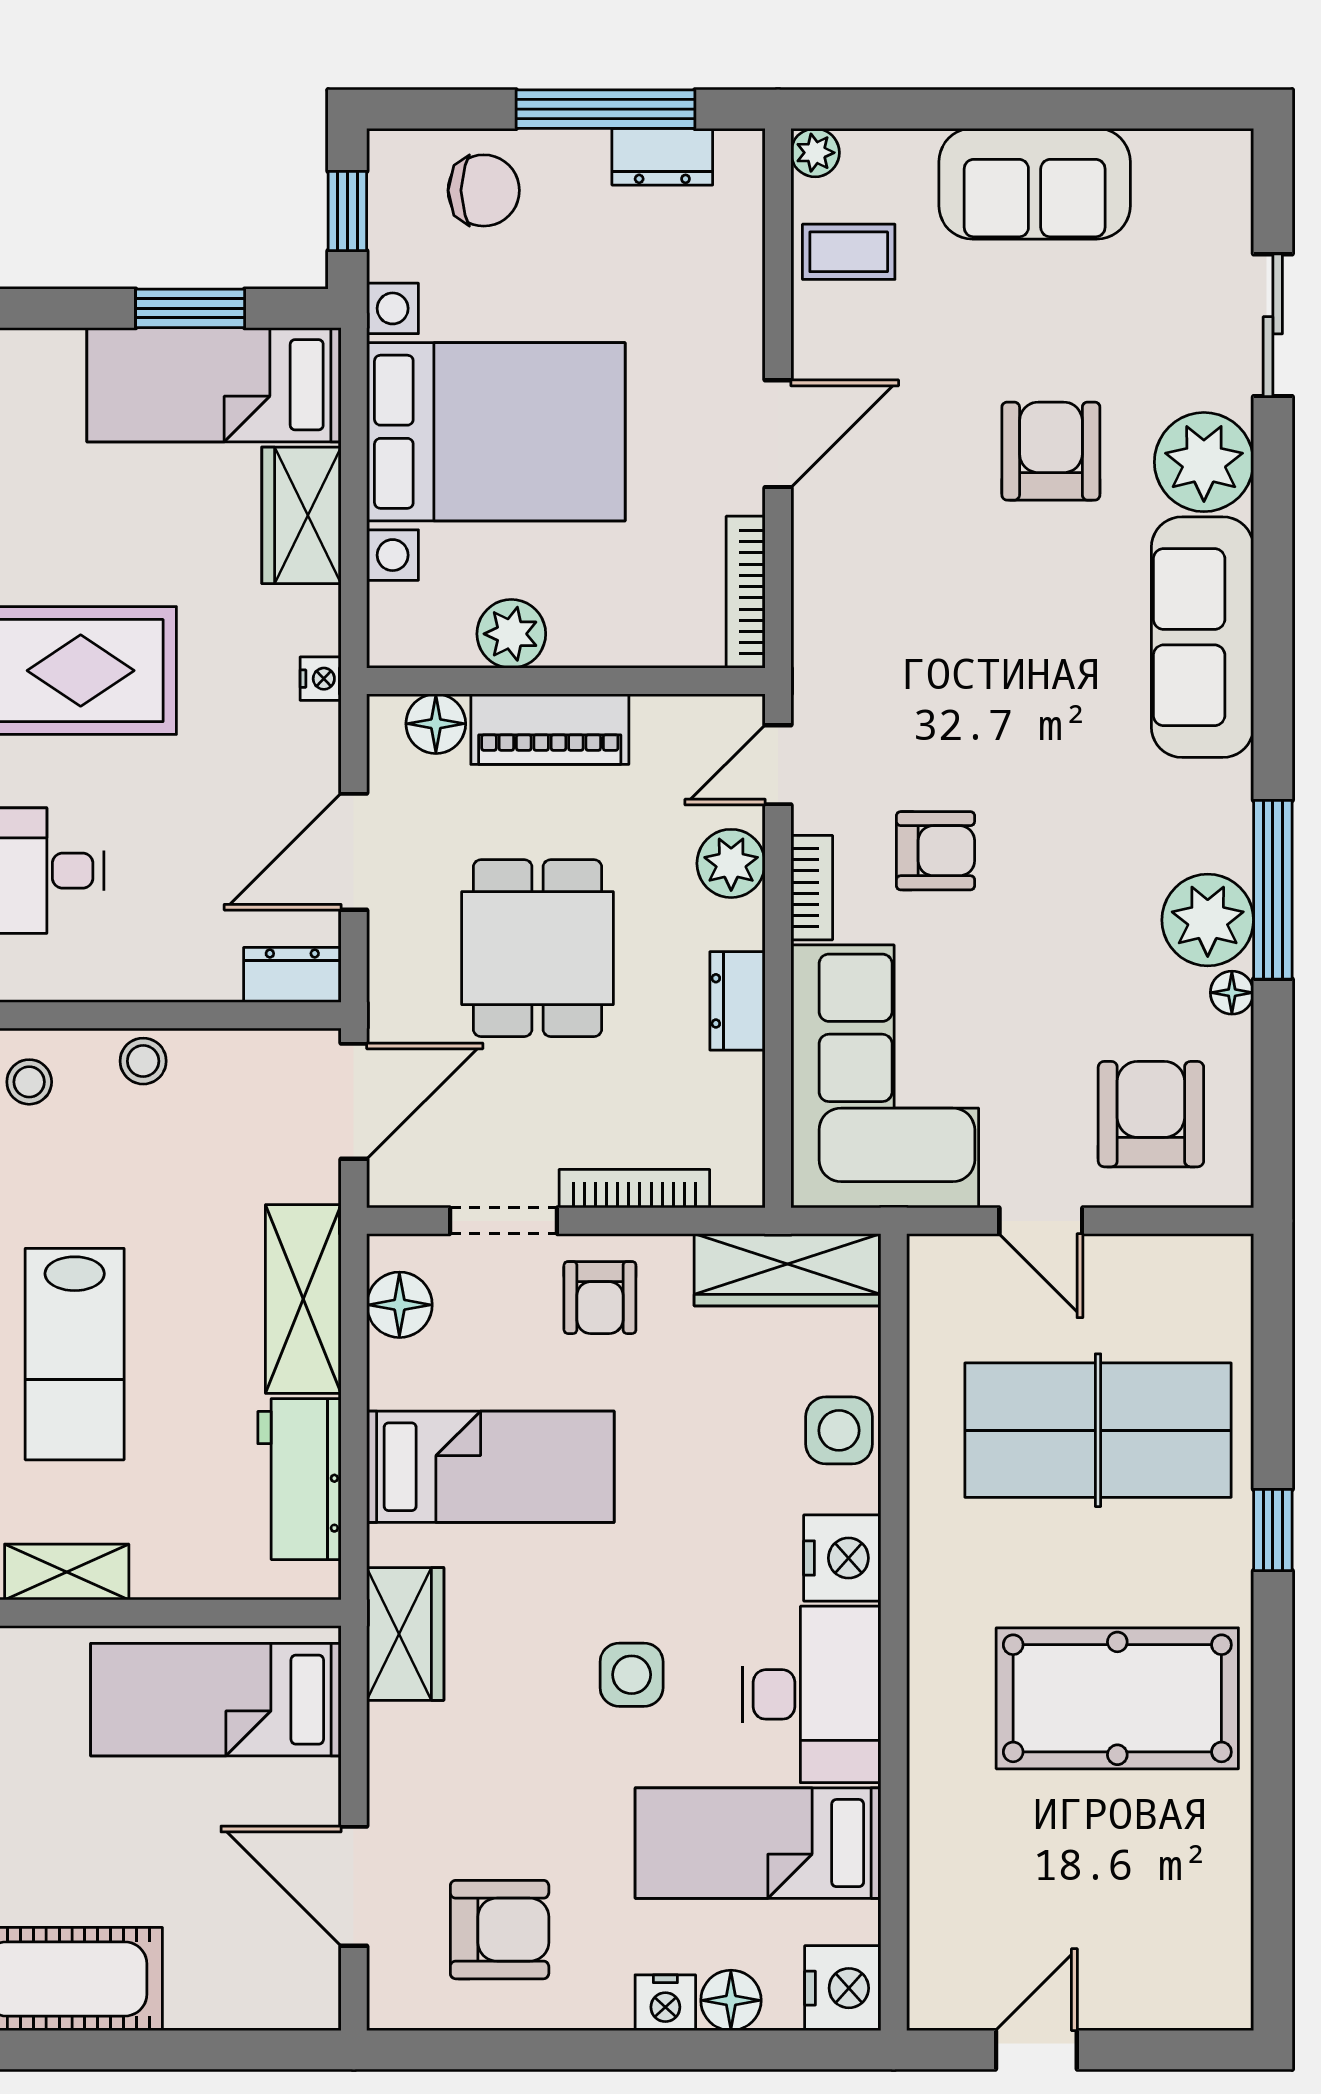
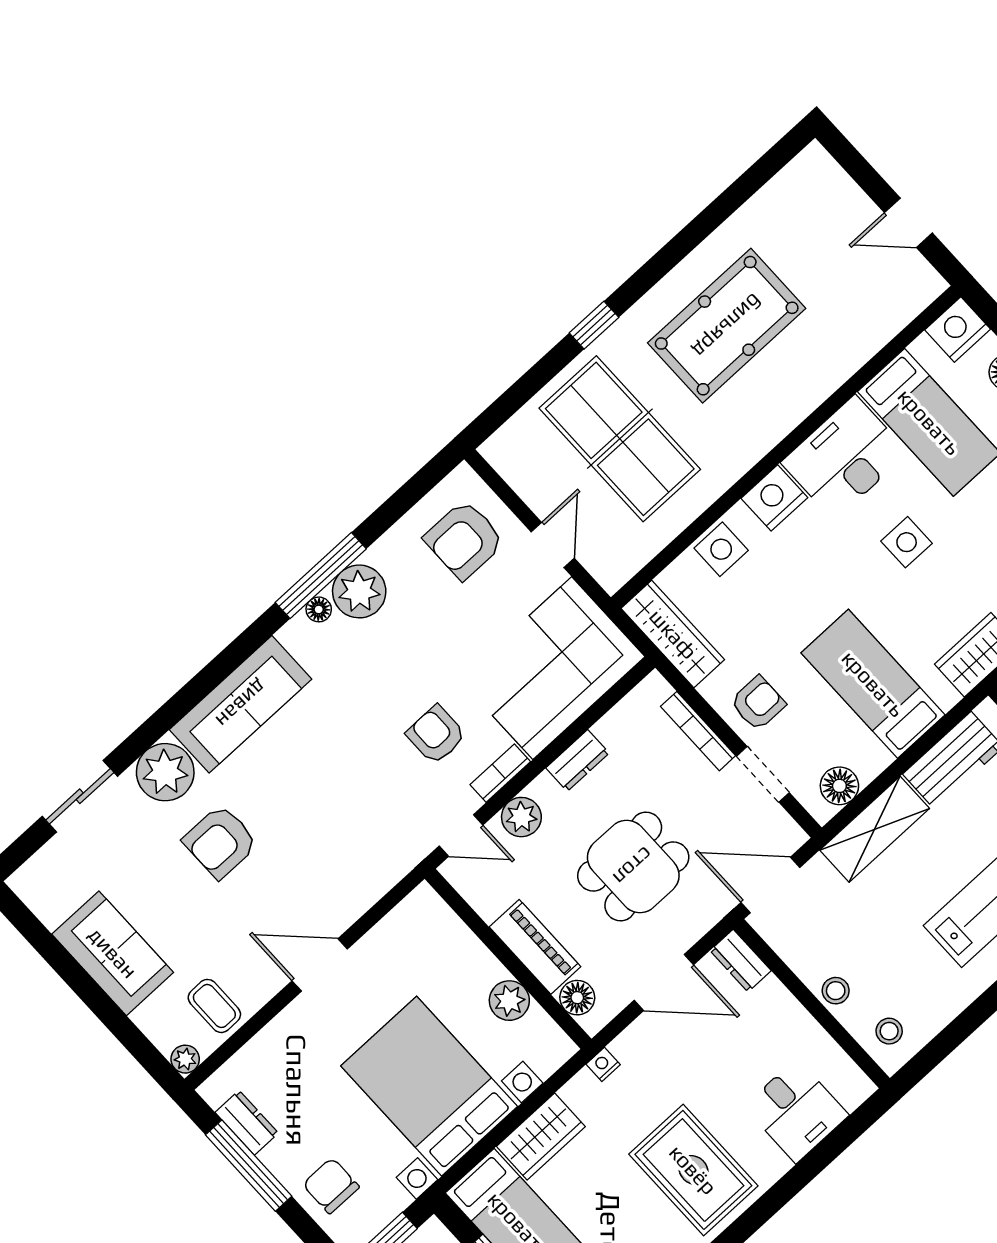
bookcase: (746, 592) -> (400, 917), removed
floor lamp: (1232, 993) -> (319, 609), moved
pool table: (1117, 1698) -> (727, 326), turned 90

